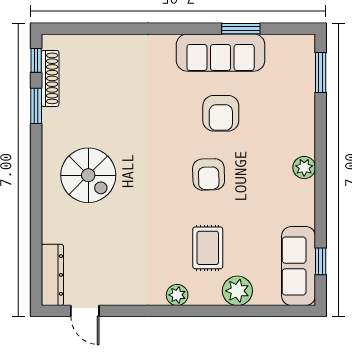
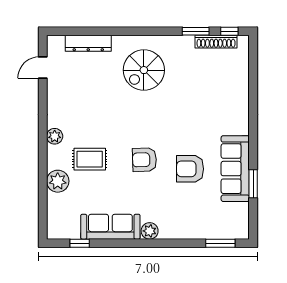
sofa: (299, 266) -> (110, 227), moved
dresser: (52, 275) -> (88, 43), moved

